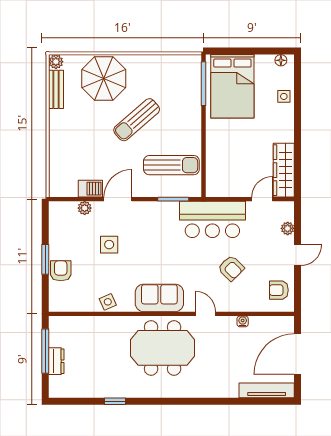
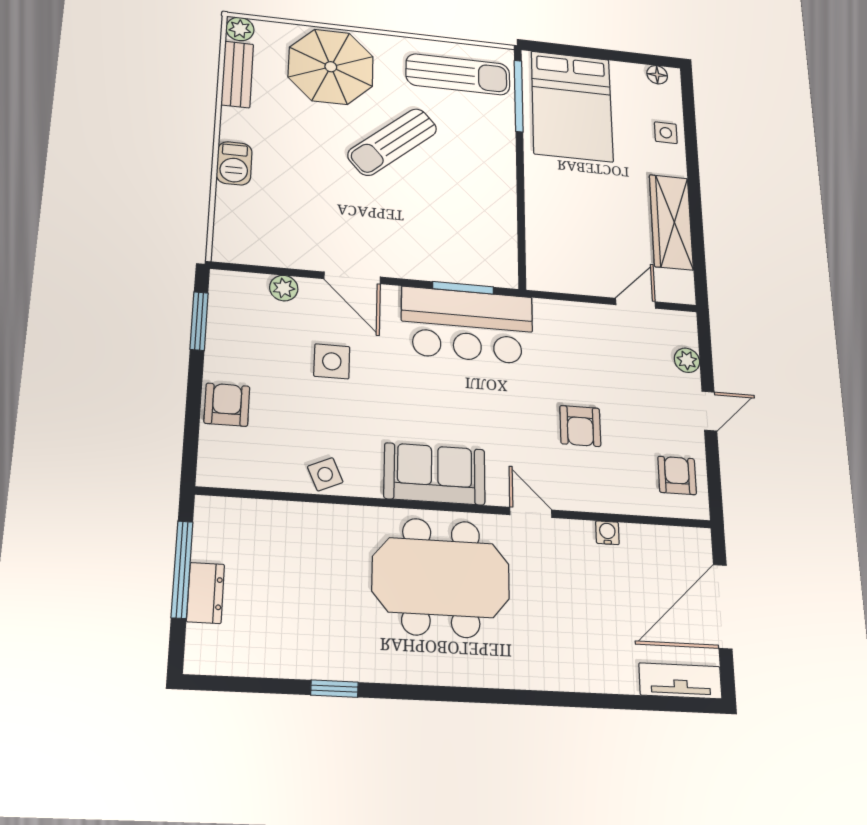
sun lounger: (171, 165) -> (458, 74), moved
wardrobe: (284, 170) -> (671, 222), moved
barbecue: (90, 189) -> (234, 163), moved, turned 90
door: (118, 199) -> (352, 278), swing flipped
bar counter: (212, 219) -> (467, 325), moved
window: (45, 259) -> (199, 321), moved
armchair: (231, 268) -> (580, 426), turned 45
armchair: (279, 290) -> (677, 475), turned 90
tv unit: (267, 390) -> (680, 681), width x0.71

